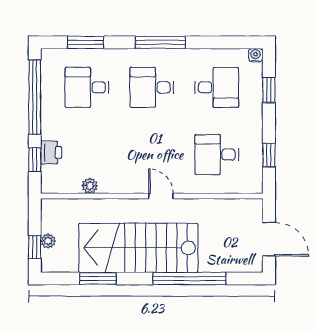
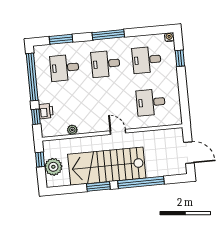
desk: (217, 87) -> (147, 60), turned 180
window: (269, 155) -> (184, 99), removed
plant: (48, 241) -> (53, 167), width x1.87, depth x1.87
window: (35, 247) -> (40, 159), moved
window: (98, 278) -> (98, 186), moved

